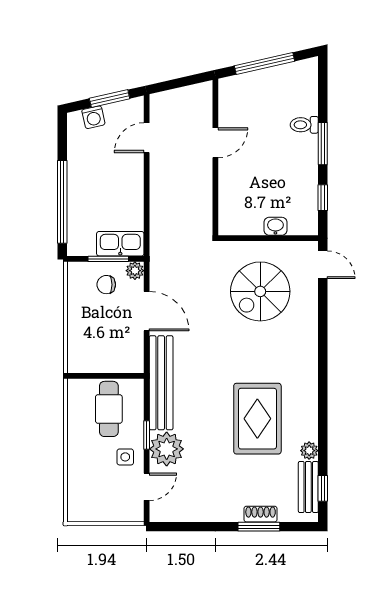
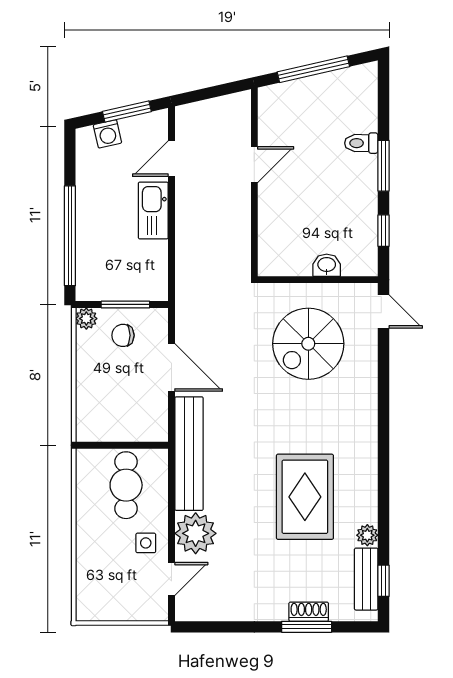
kitchen sink: (120, 244) -> (153, 210), moved, turned -90
plant: (135, 271) -> (86, 319), moved
window: (147, 435) -> (172, 516), removed

